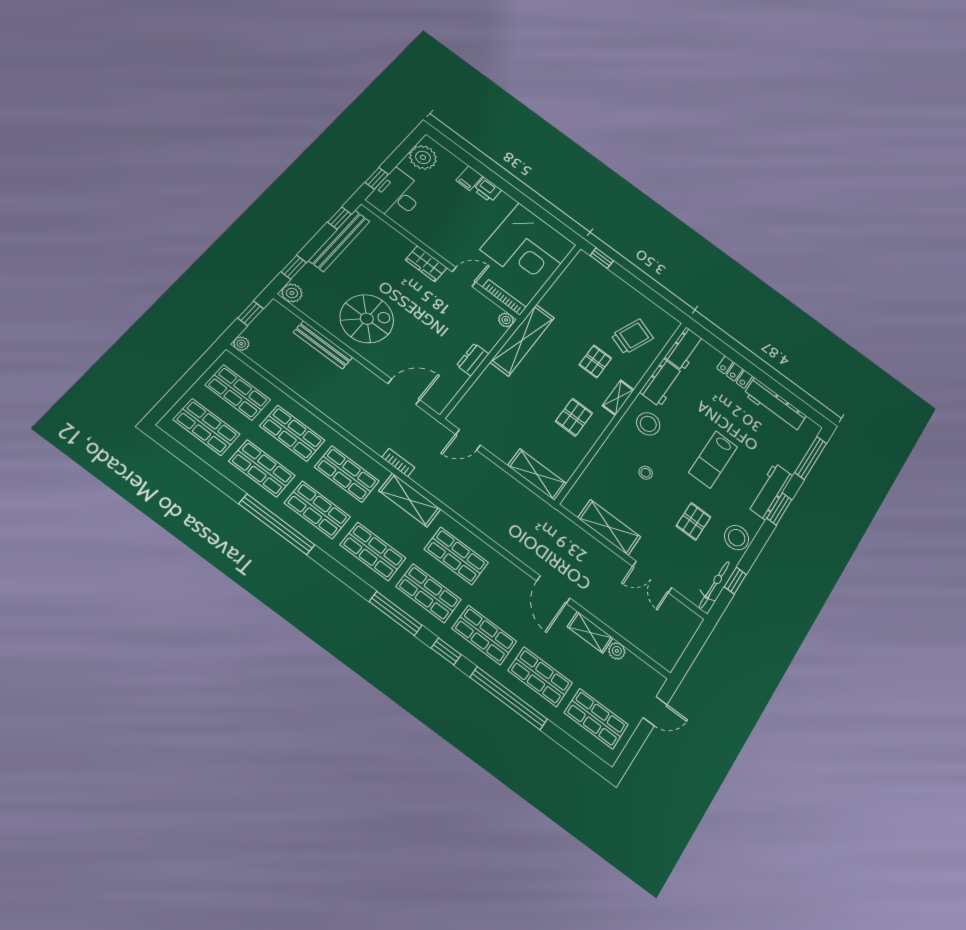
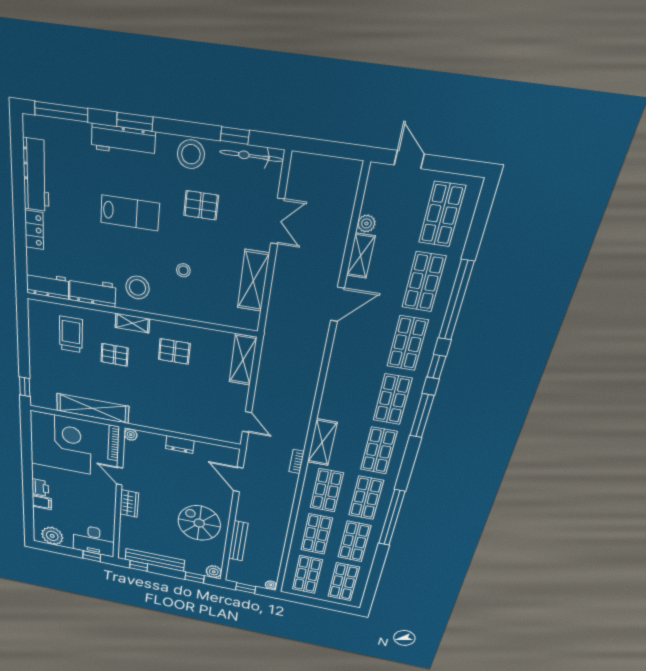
trolley: (632, 337) -> (71, 334), turned 69
shelving: (522, 340) -> (93, 408), moved
shop shelf: (456, 556) -> (349, 392), removed

